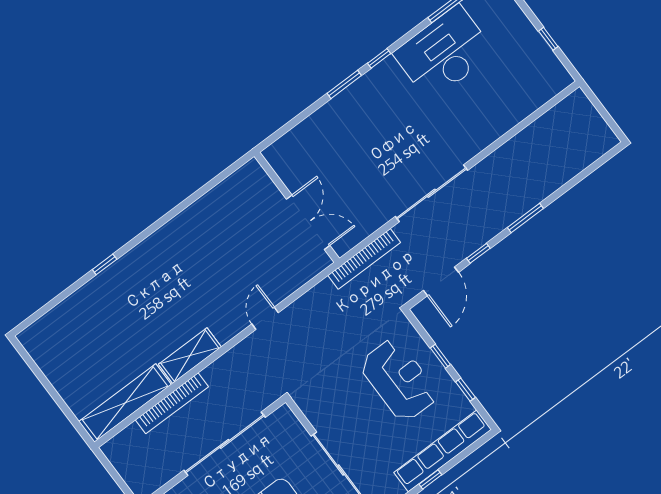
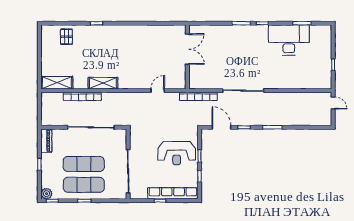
door: (596, 102) -> (333, 103), added
double door: (308, 222) -> (187, 49), moved
door: (441, 281) -> (221, 127), swing flipped
door: (265, 318) -> (158, 91), moved
pallet: (71, 324) -> (66, 37), added
reception desk: (399, 380) -> (177, 153), turned 90
shelving: (125, 403) -> (57, 83), width x0.68

